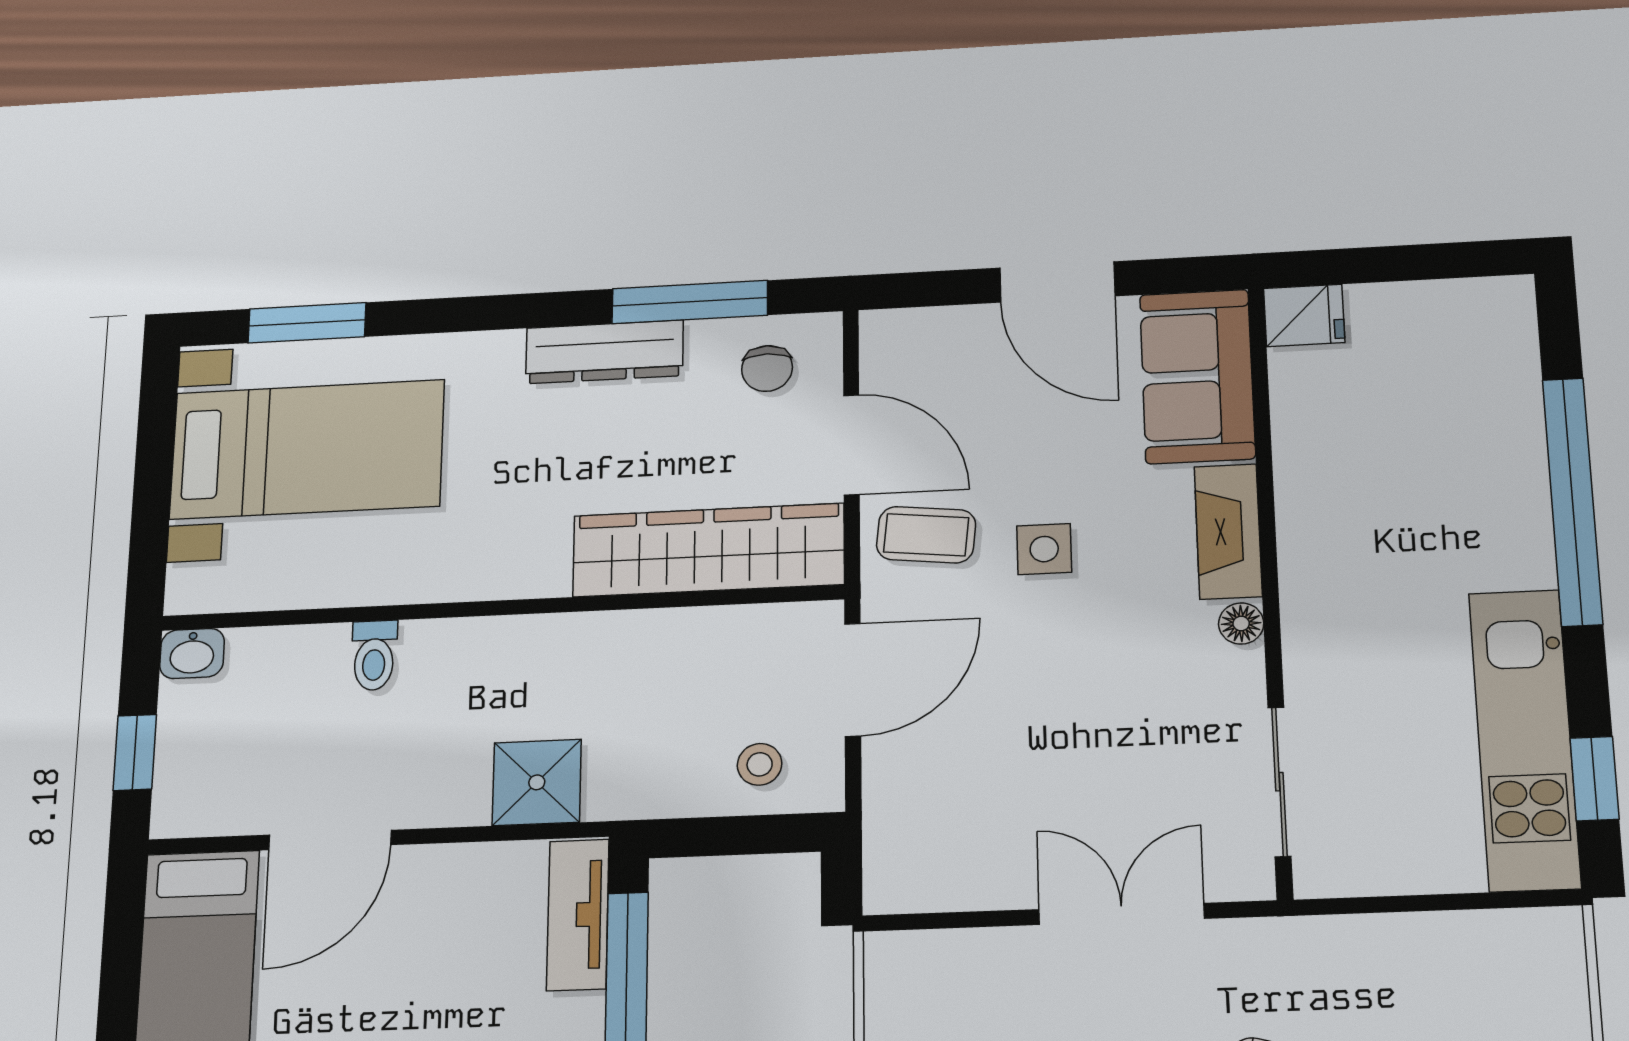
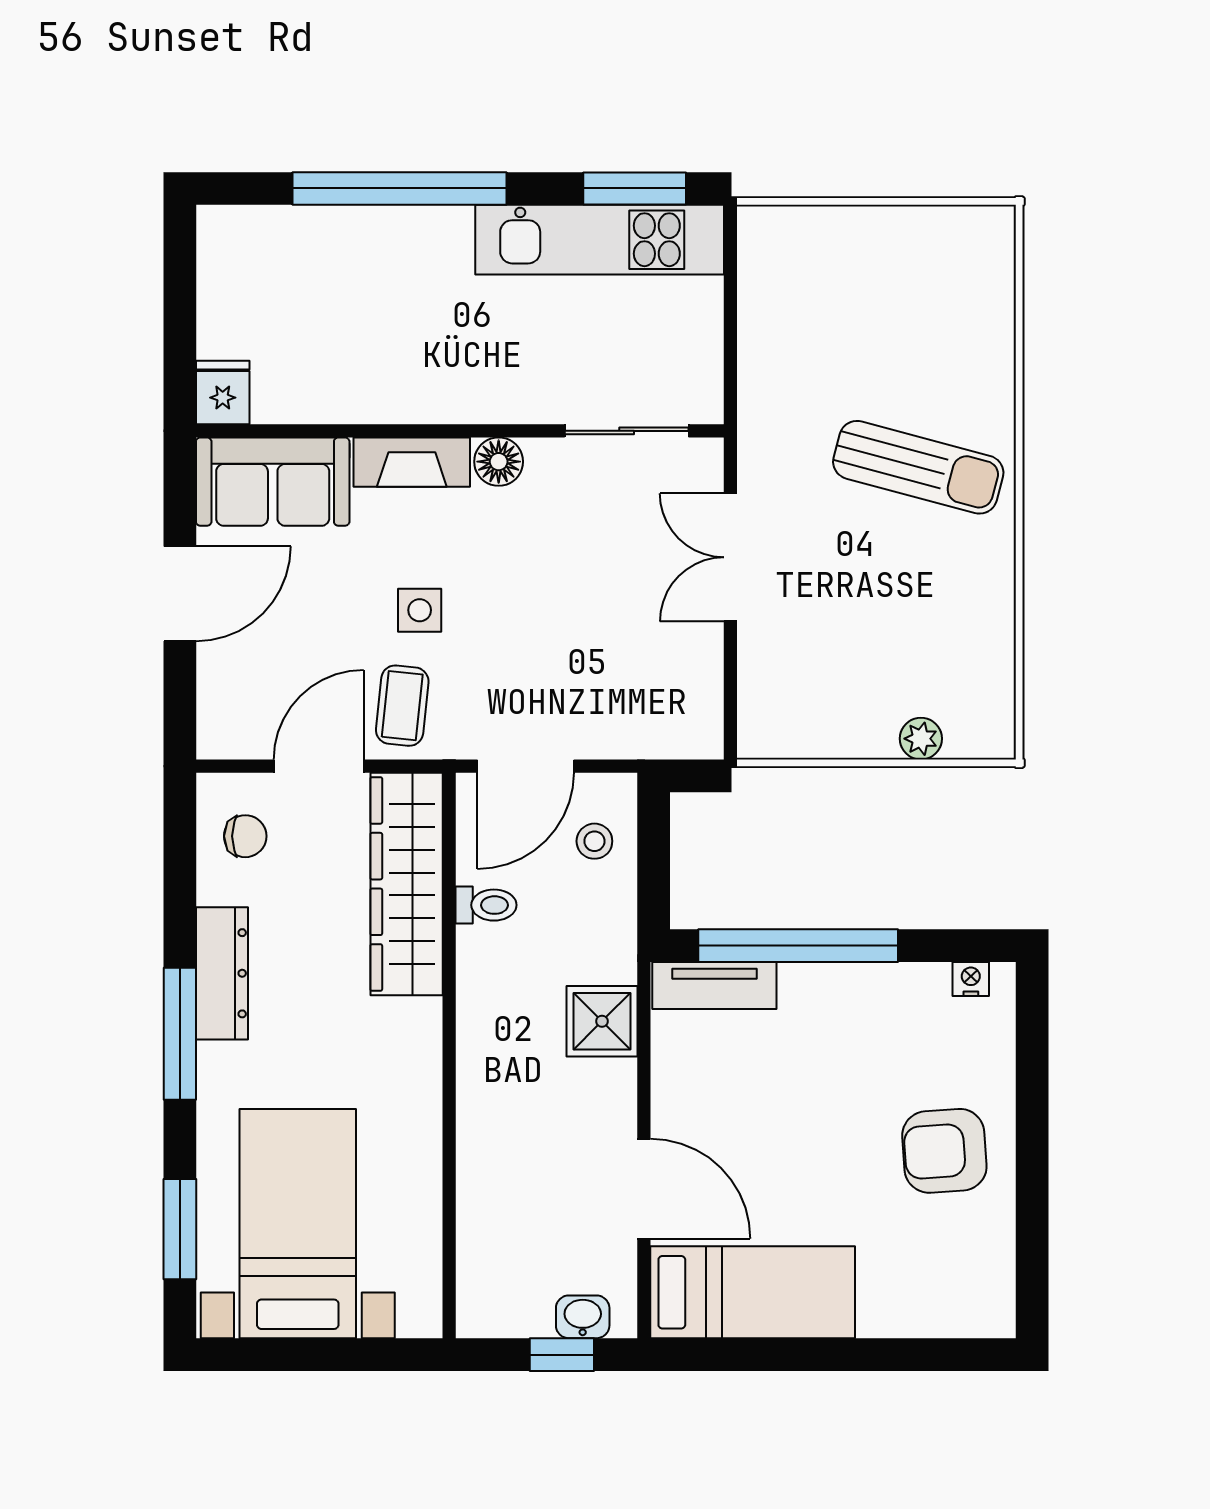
window: (690, 302) -> (180, 1034), moved
floor lamp: (1241, 624) -> (499, 462), width x1.37, depth x1.37
washbasin: (192, 653) -> (583, 1317), moved, turned -90
toilet: (374, 655) -> (486, 905), moved
door: (853, 680) -> (526, 766), swing flipped
window: (1594, 779) -> (635, 188), width x1.50

